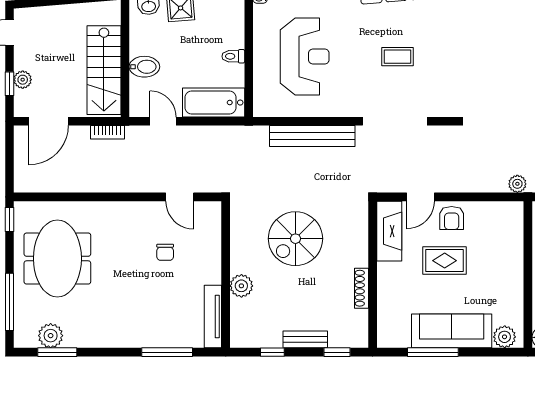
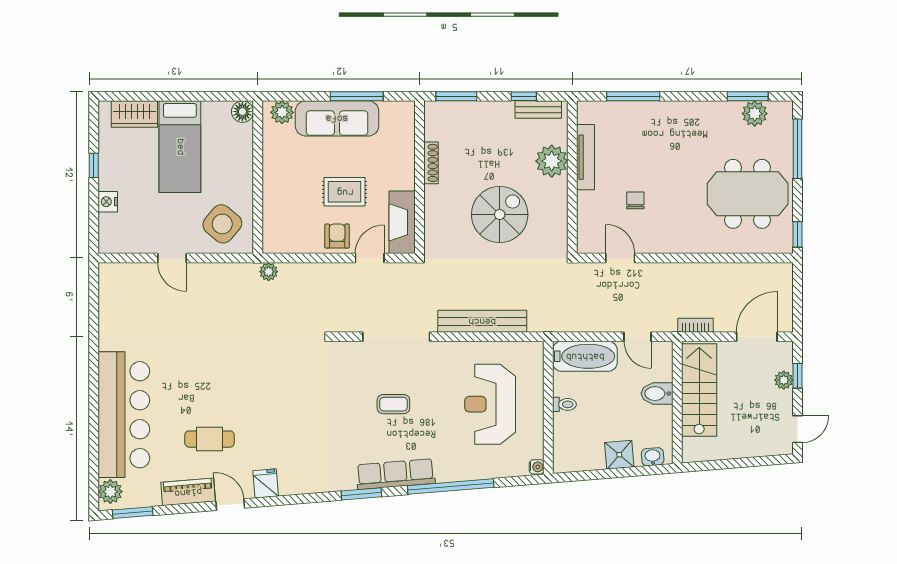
meeting table: (57, 259) -> (748, 194), turned 90
plant: (241, 286) -> (552, 161), width x1.36, depth x1.36
tv unit: (213, 317) -> (586, 157), moved
bench: (305, 339) -> (538, 110), moved
window: (337, 352) -> (456, 96), width x1.50

